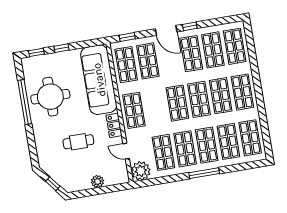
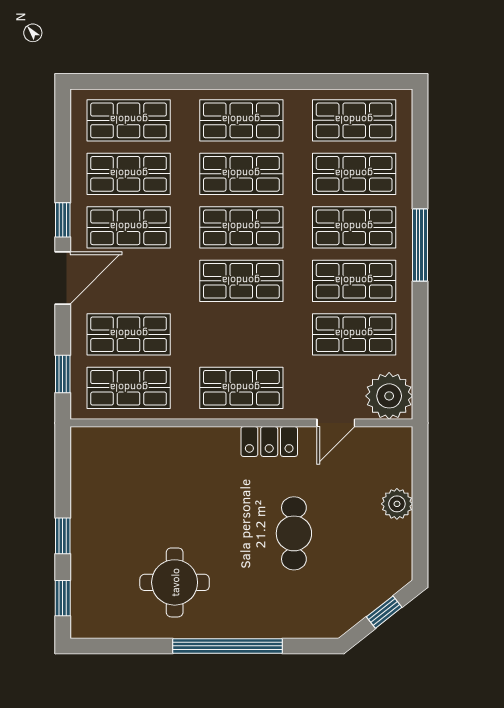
sofa: (99, 80) -> (154, 460), removed
round table: (50, 97) -> (175, 582), width x0.73, depth x0.73
window: (25, 102) -> (227, 646), moved

